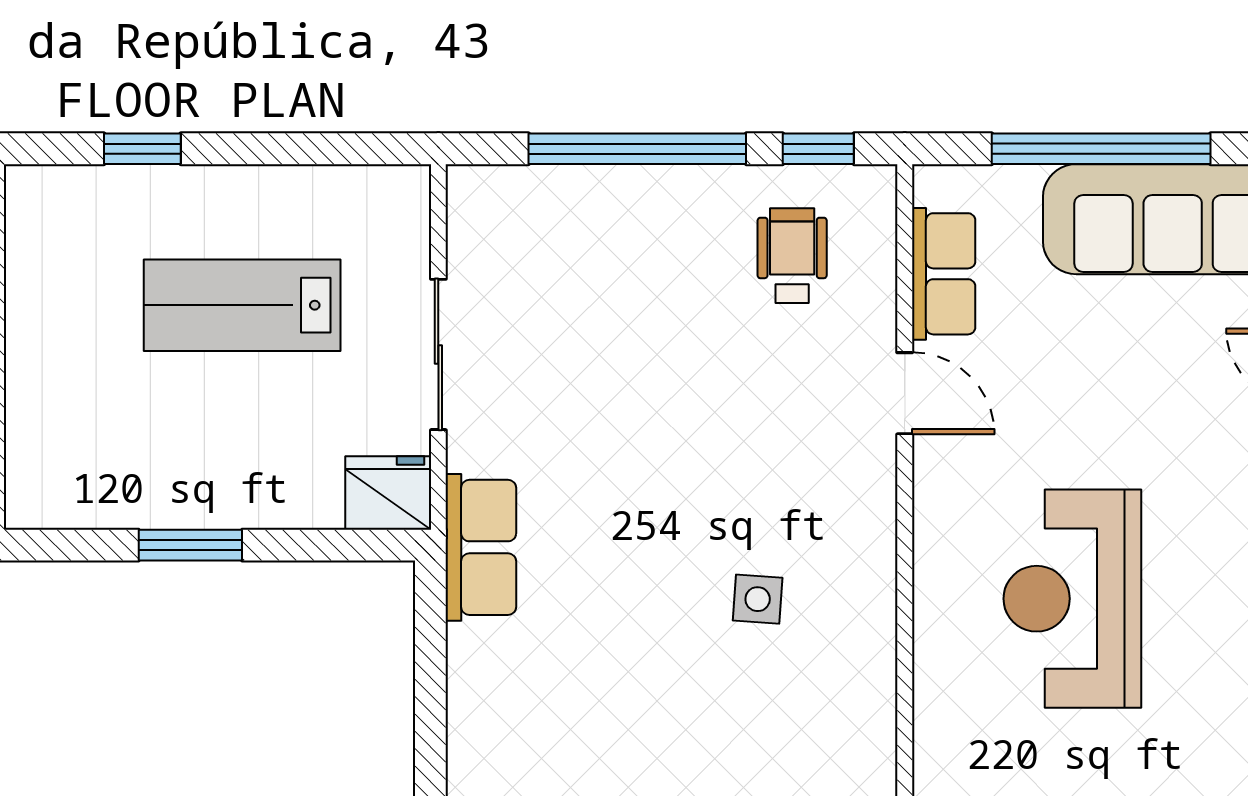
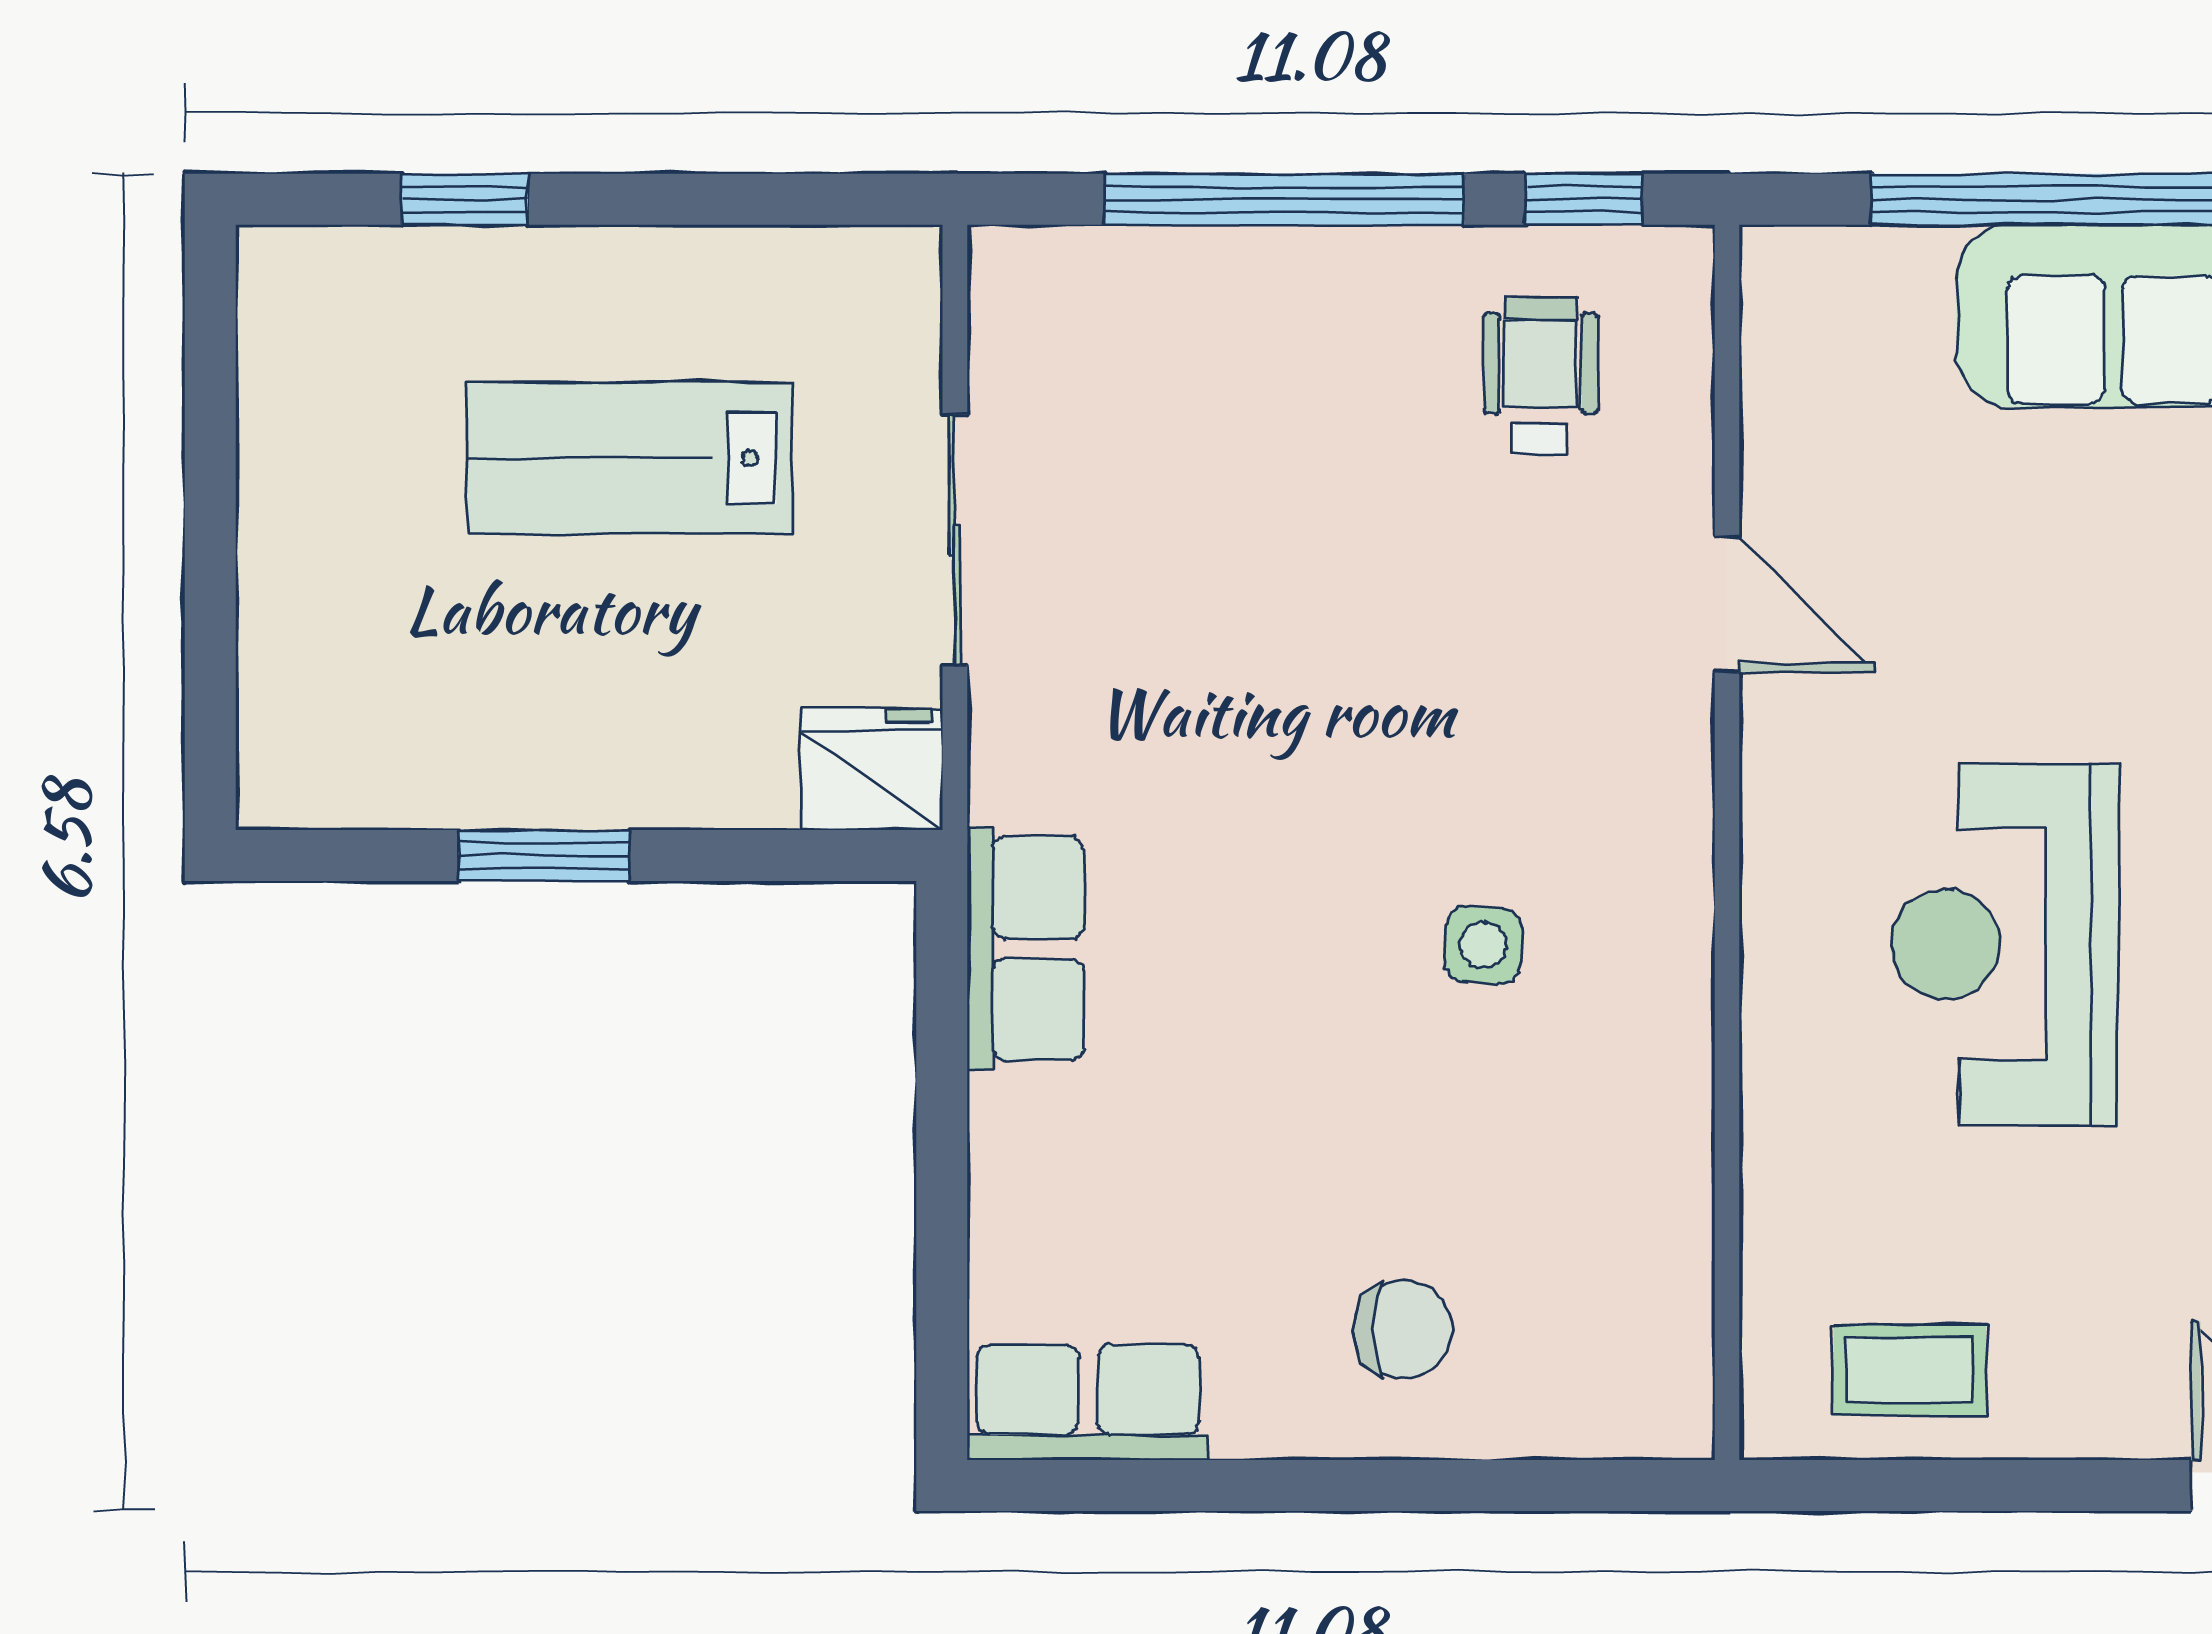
row of seats: (944, 274) -> (1791, 406), removed
row of seats: (481, 547) -> (1025, 949), moved

